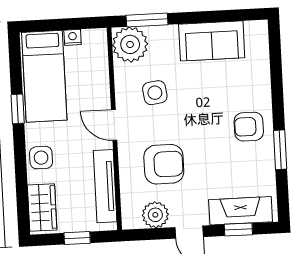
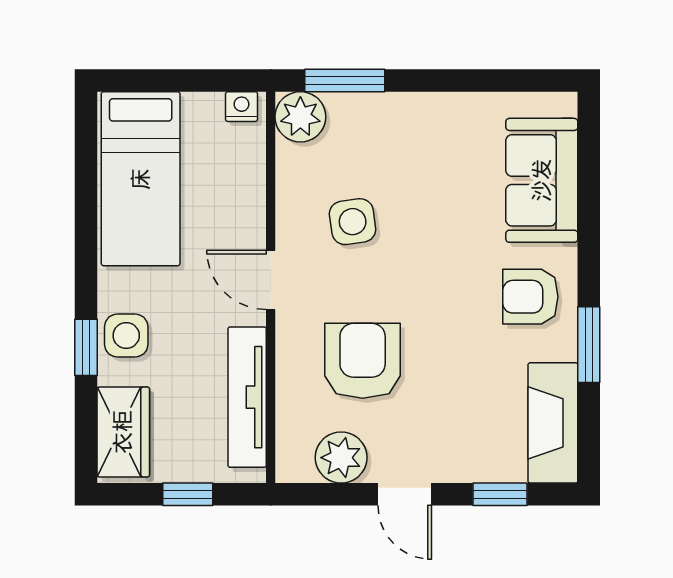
nightstand: (73, 37) -> (242, 107), moved
sofa: (212, 41) -> (542, 180), moved, turned 90
plant: (130, 44) -> (300, 117), width x0.73, depth x0.73
window: (18, 109) -> (86, 347), moved
armchair: (164, 164) -> (363, 361), turned -90
fireplace: (241, 211) -> (553, 423), moved, turned -90

